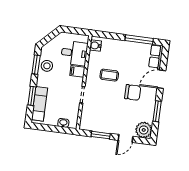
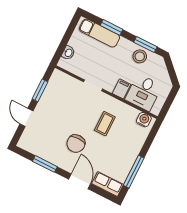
plant: (144, 130) -> (29, 141), removed

